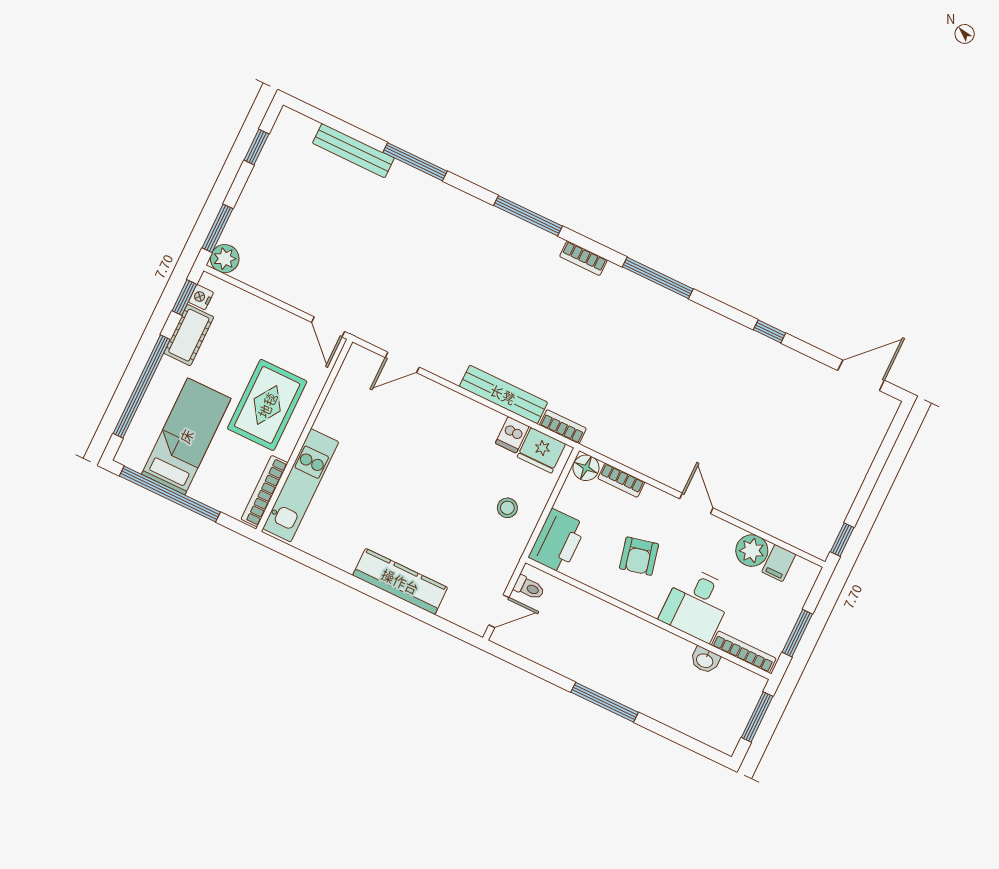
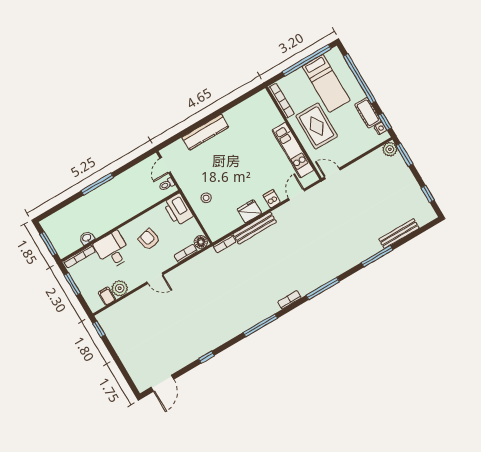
dishwasher: (512, 435) -> (272, 199), moved
fridge: (541, 450) -> (249, 211), moved
kitchen unit: (301, 485) -> (293, 150), moved

